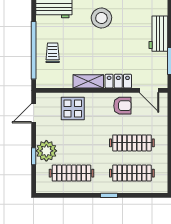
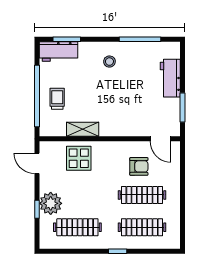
stool: (101, 18) -> (109, 62), width x0.53, depth x0.53
shelving: (88, 81) -> (83, 129), moved
locker: (118, 81) -> (127, 129), removed
armchair: (122, 106) -> (139, 166), moved
door: (34, 113) -> (37, 163), hinge flipped

